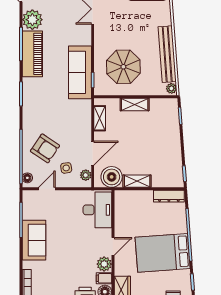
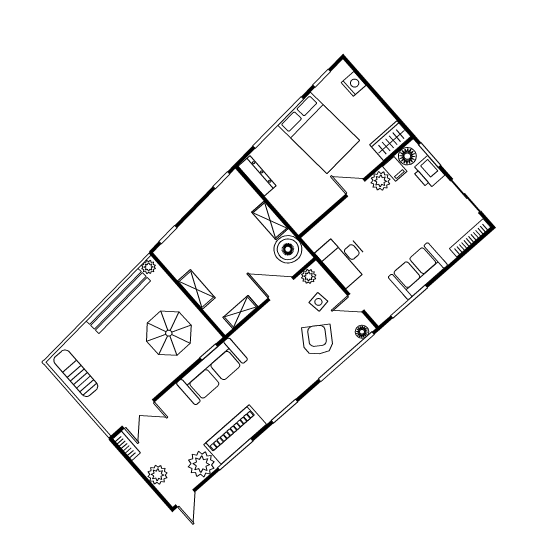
desk: (97, 210) -> (344, 259), moved, turned -90

